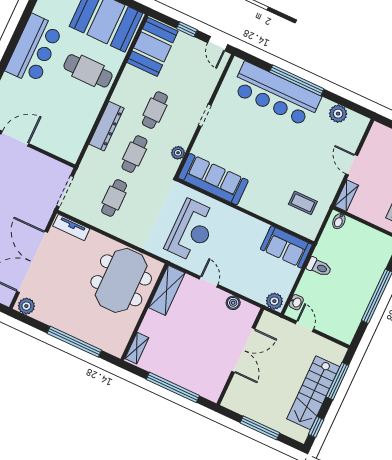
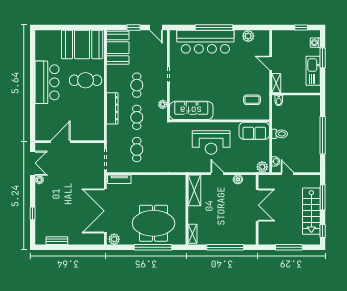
reception desk: (191, 230) -> (211, 143), moved, turned 90
meeting table: (121, 280) -> (153, 223), moved, turned 90

